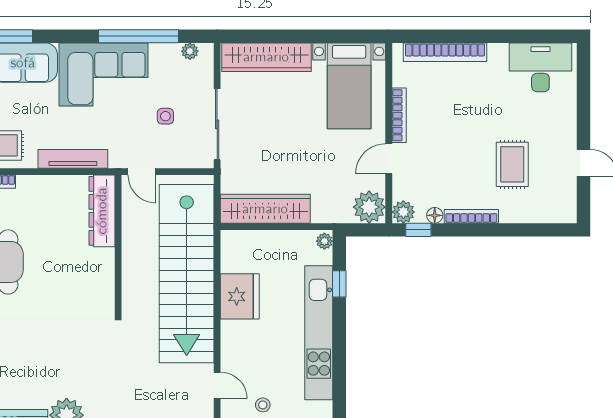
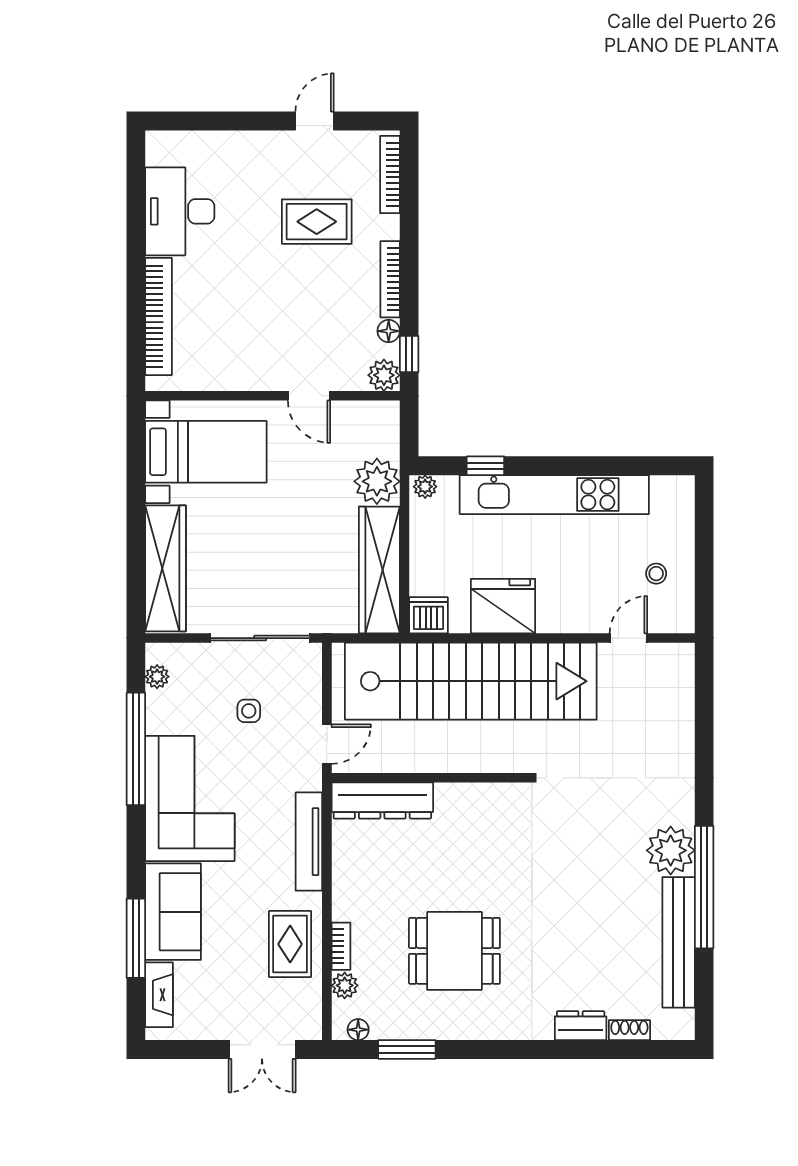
desk: (540, 67) -> (180, 211), moved
bookcase: (399, 115) -> (390, 175), moved, turned -90
plant: (369, 207) -> (377, 481), moved
dishwasher: (233, 244) -> (429, 615), added

